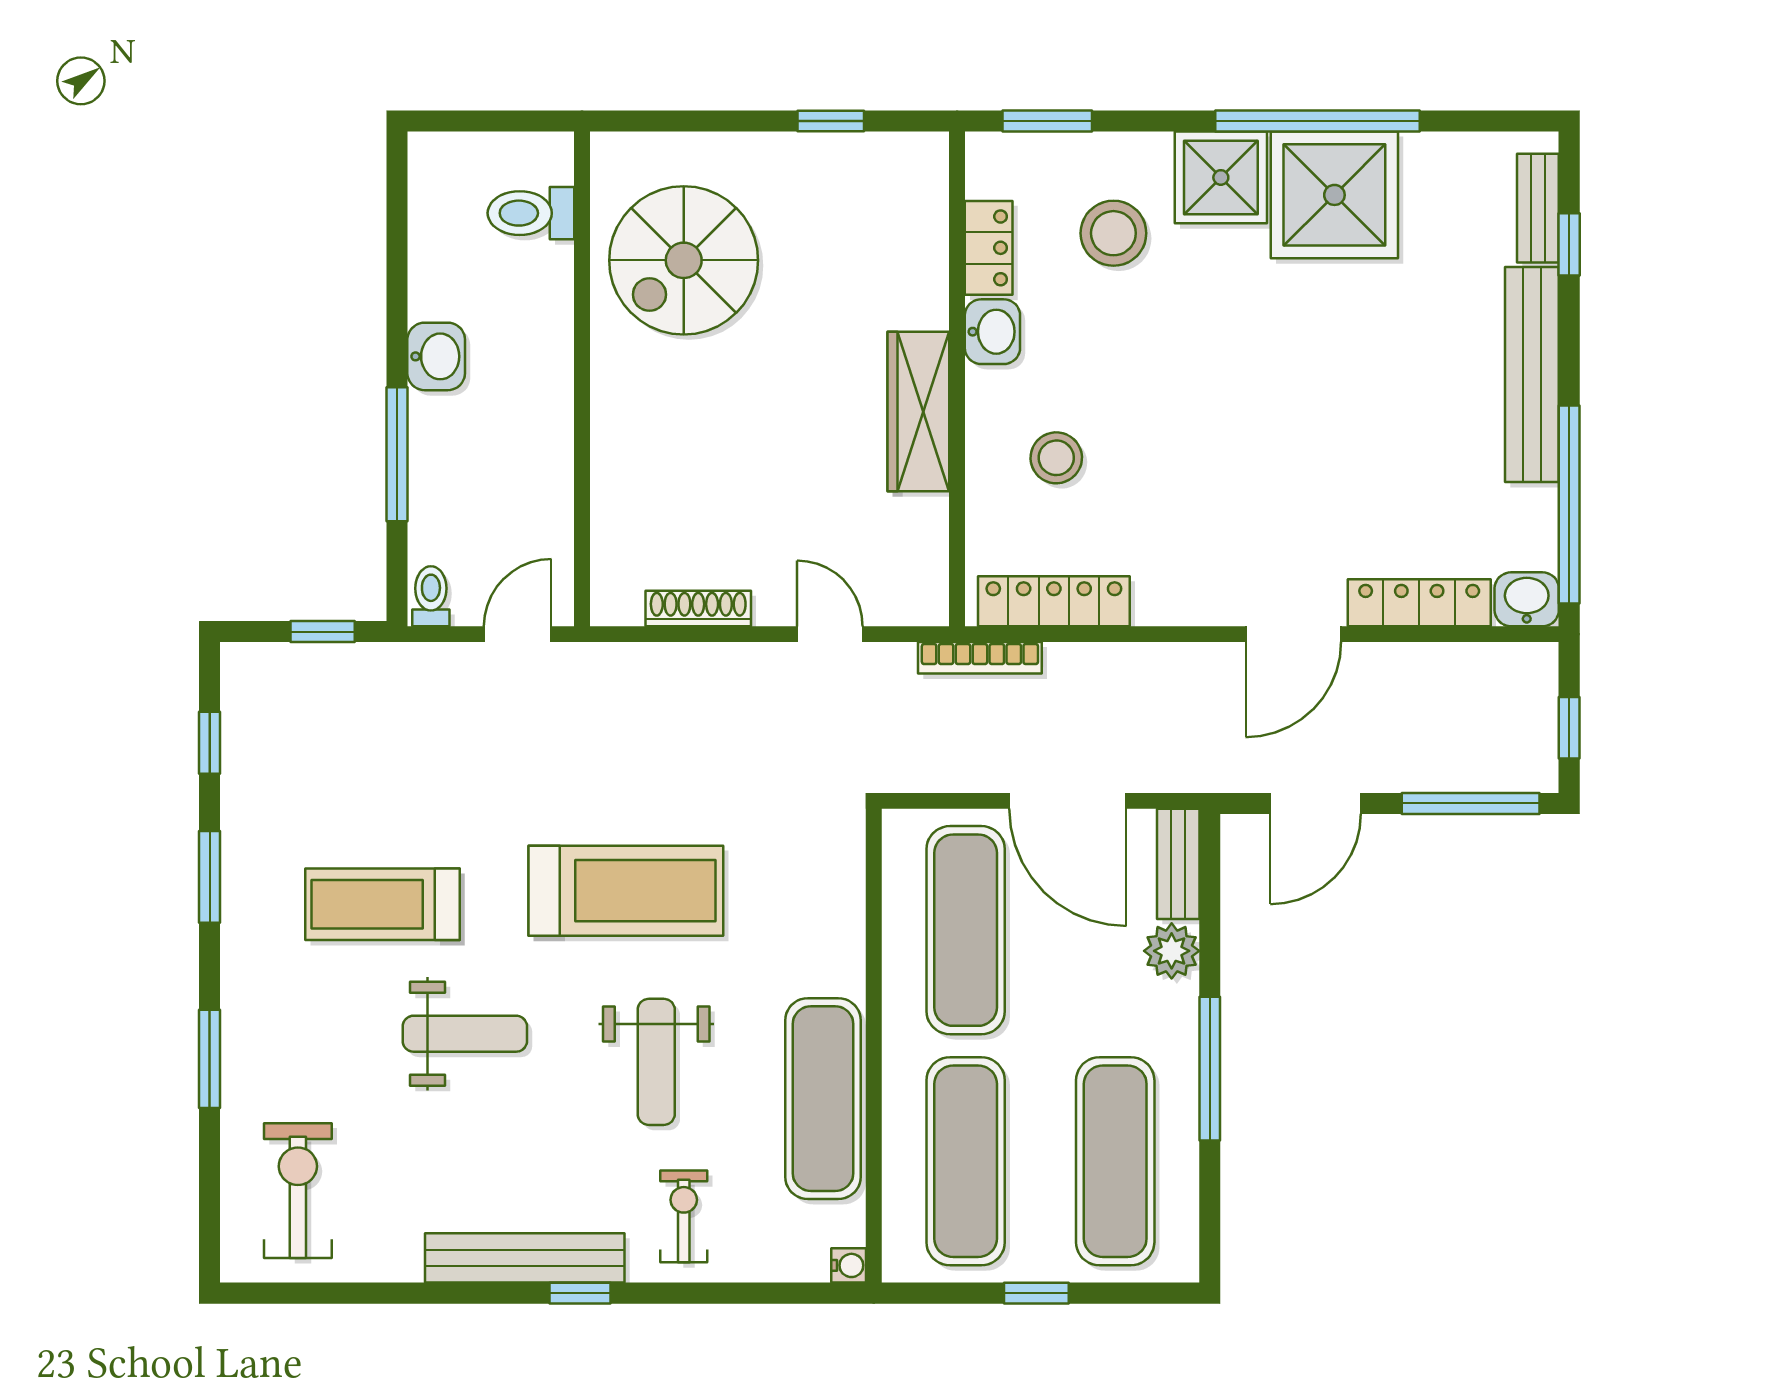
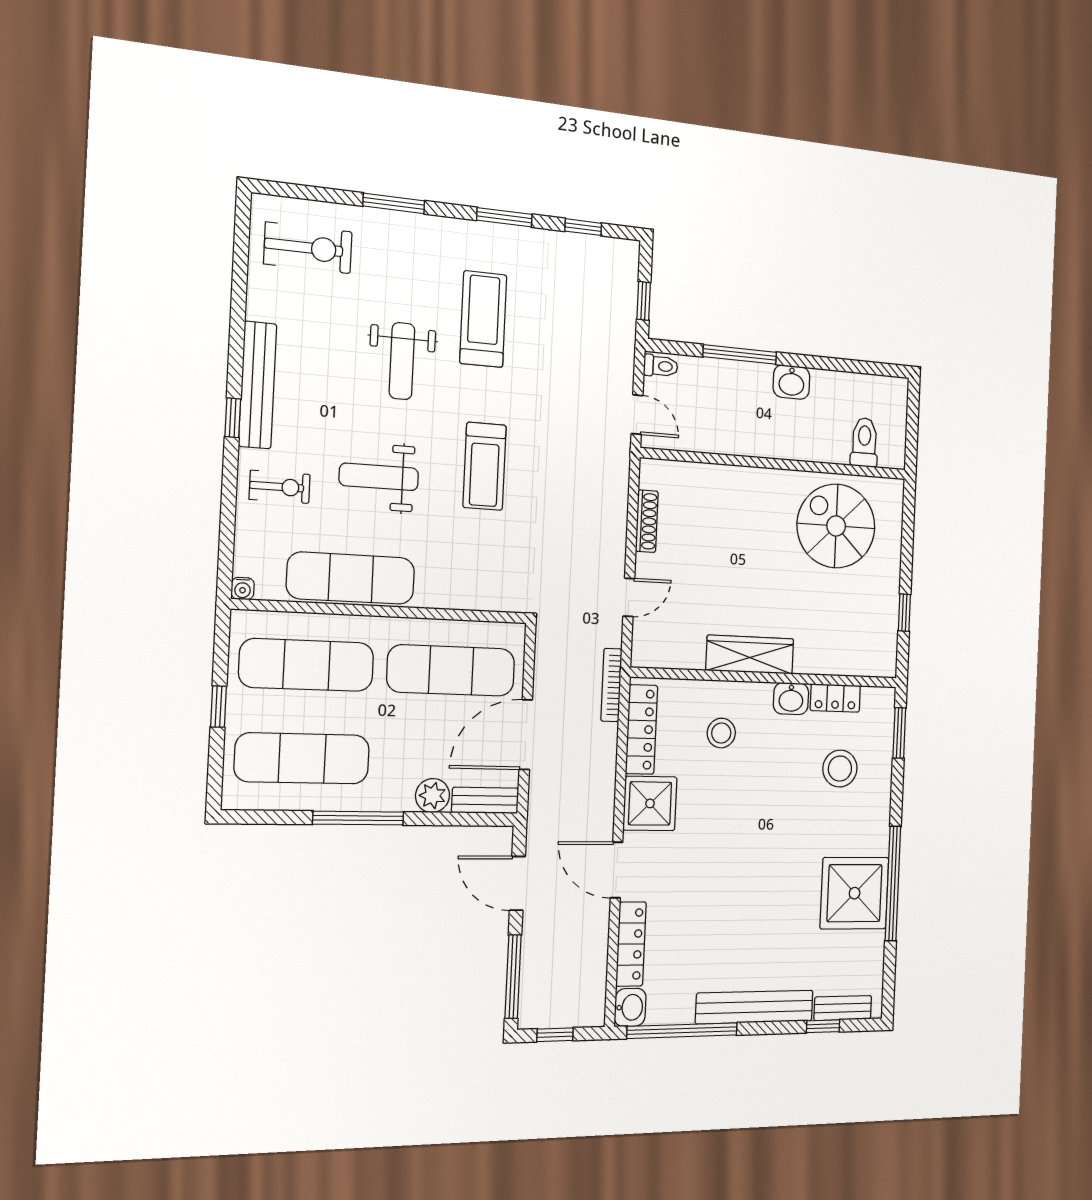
shower: (1221, 177) -> (650, 803), moved
treadmill: (626, 891) -> (485, 466), width x0.73, depth x0.73

